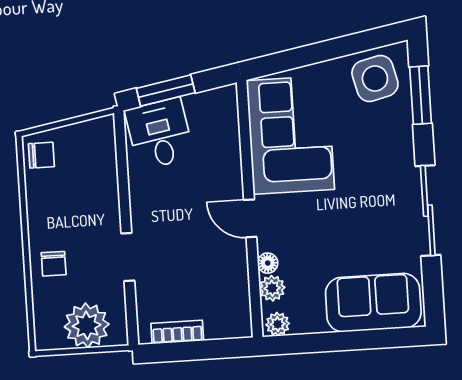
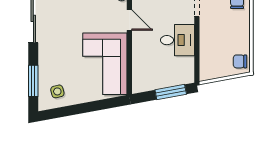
side table: (375, 78) -> (57, 91), width x0.54, depth x0.54
desk: (160, 134) -> (177, 40), moved, turned -80

